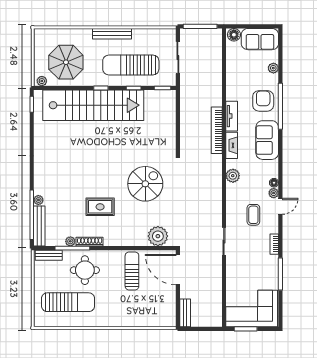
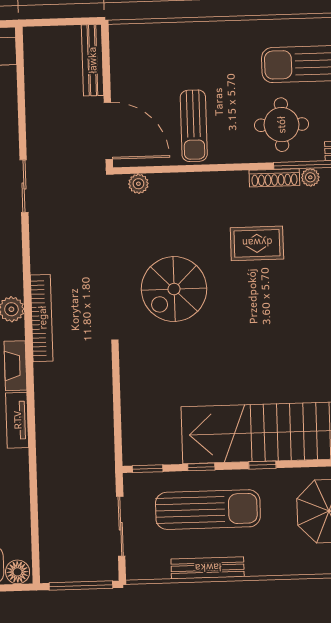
bench: (112, 34) -> (208, 568), moved
bookcase: (217, 130) -> (42, 318), moved
plant: (158, 236) -> (138, 184), width x0.53, depth x0.53
bench: (185, 313) -> (92, 60), width x1.36

